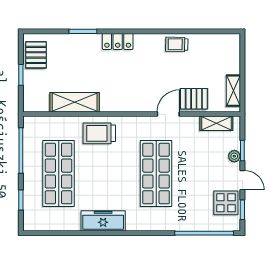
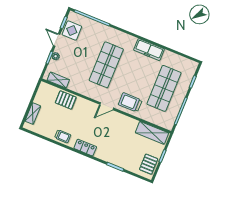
locker: (118, 41) -> (85, 148), moved
shelving: (233, 91) -> (33, 114), moved
shelving: (75, 102) -> (152, 133), moved
door: (168, 114) -> (107, 106), moved
trolley: (99, 133) -> (130, 102), turned 180

